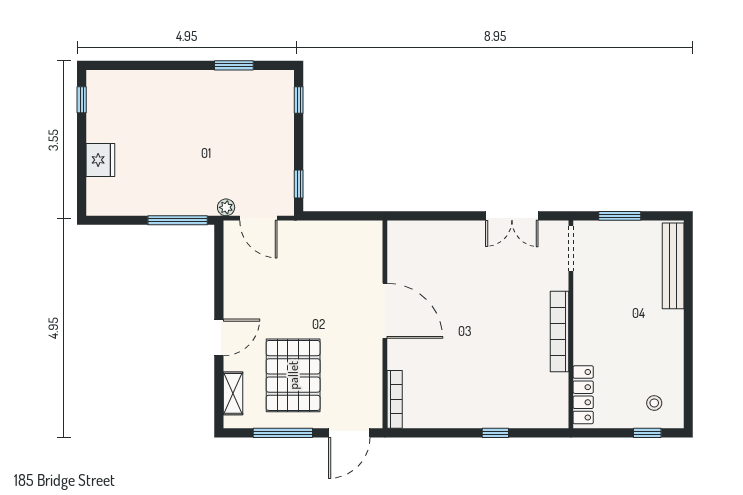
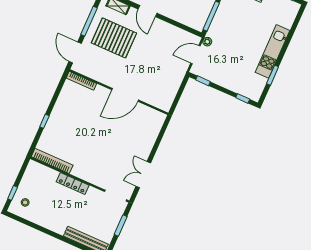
kitchen unit: (192, 84) -> (273, 51), added
bookcase: (560, 331) -> (52, 161), moved
locker: (583, 395) -> (73, 183), moved

